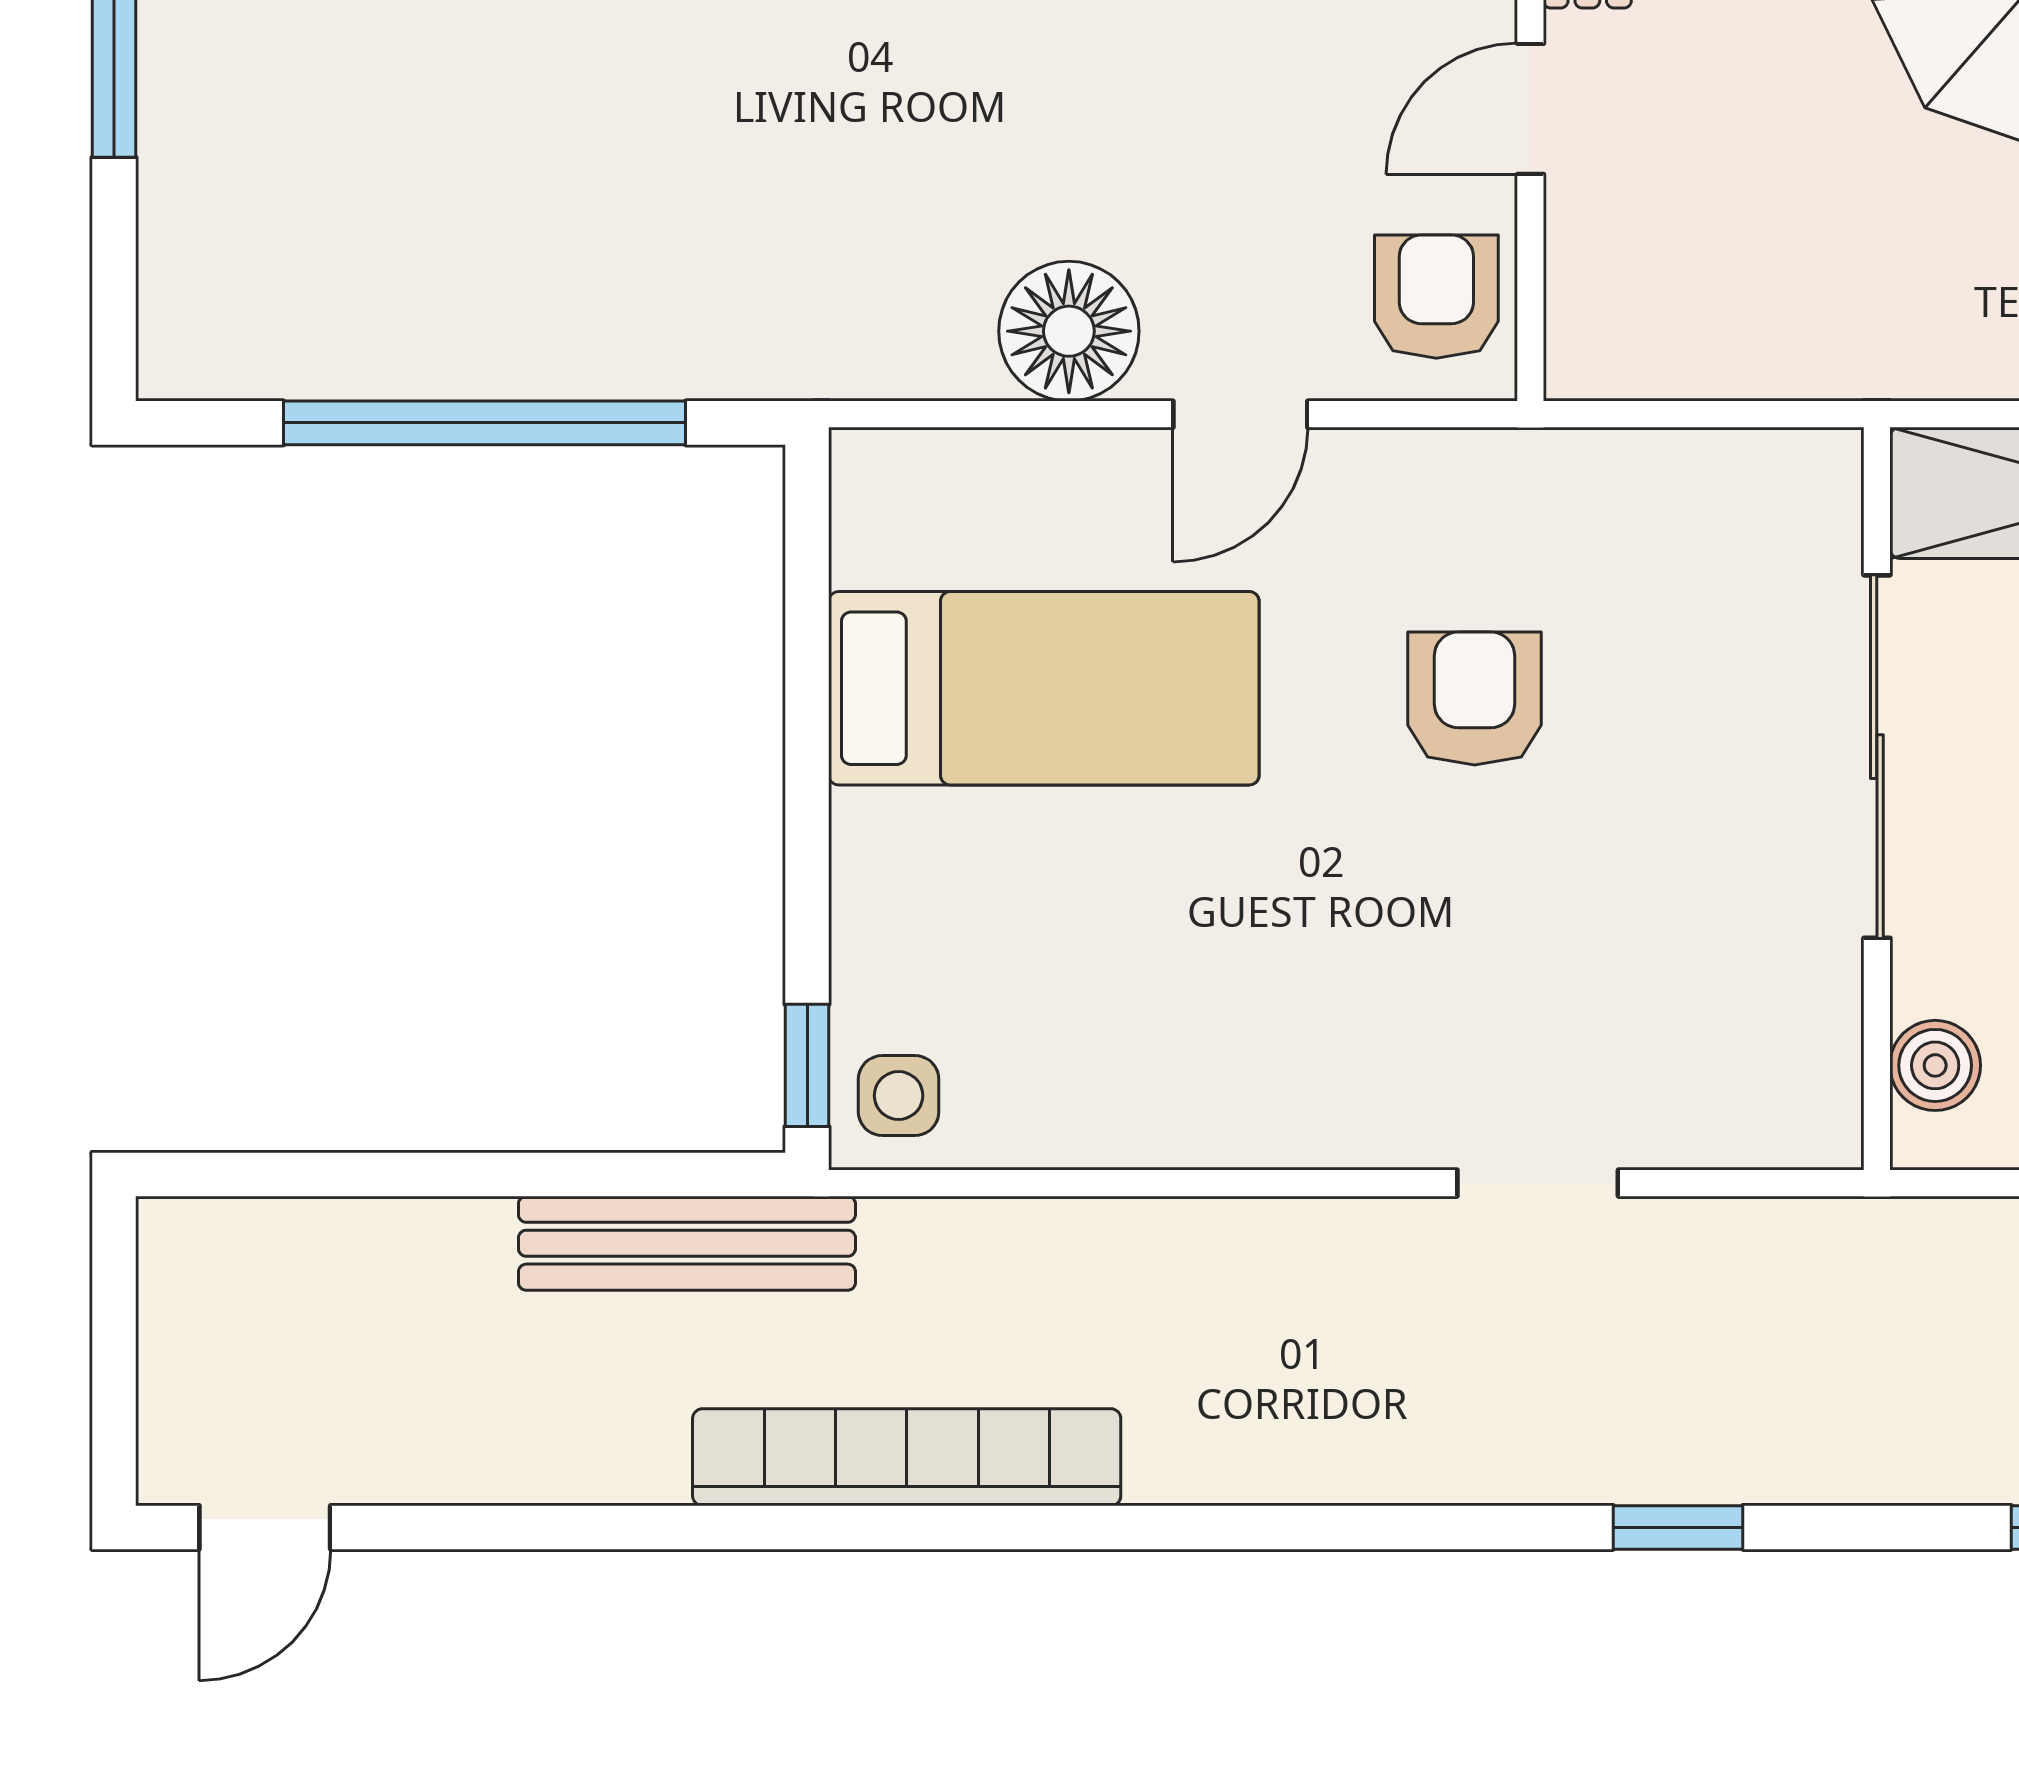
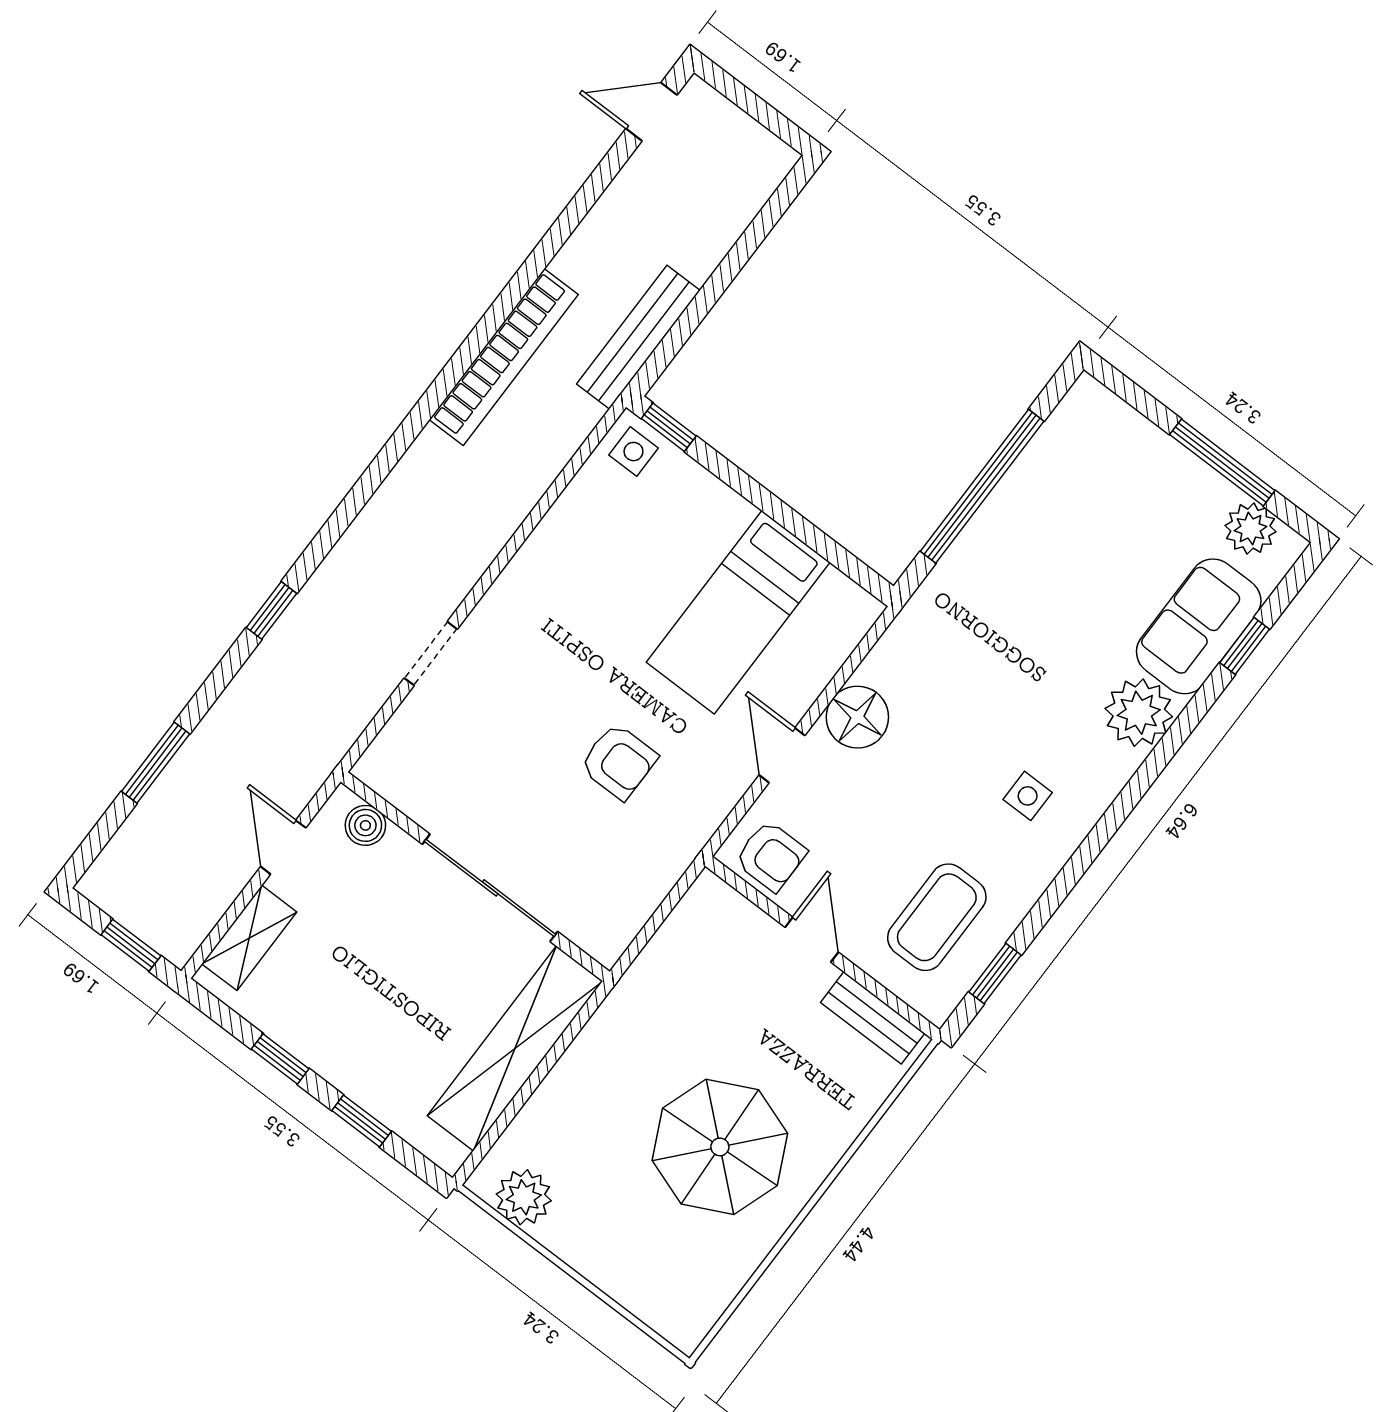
door: (265, 1527) -> (651, 112), hinge flipped

